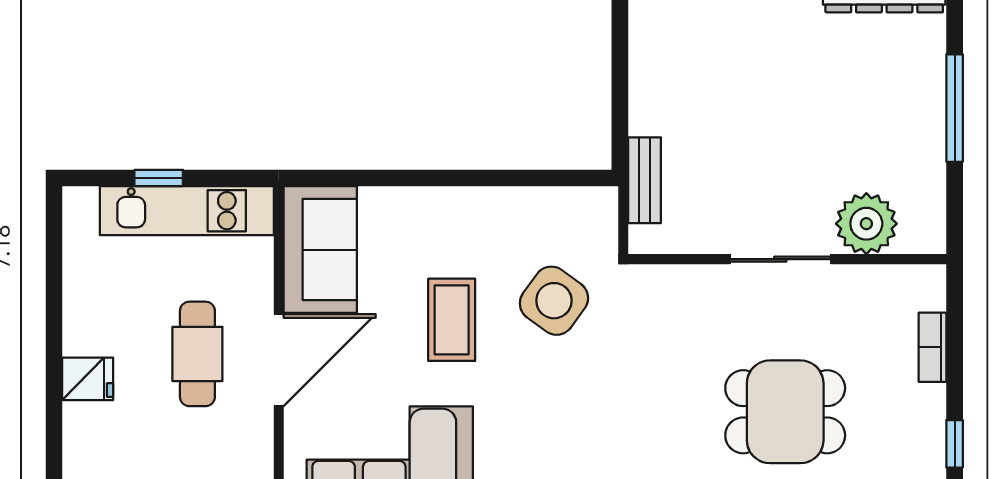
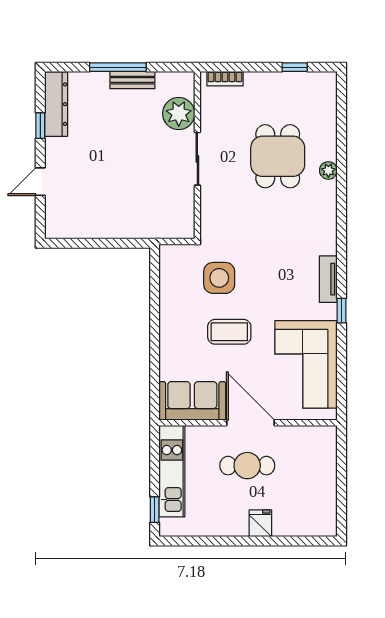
window: (159, 178) -> (155, 510), moved
bench: (645, 180) -> (132, 80), moved
side table: (554, 301) -> (219, 278), turned -36
bookcase: (933, 347) -> (225, 79), moved

